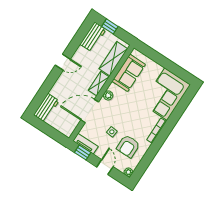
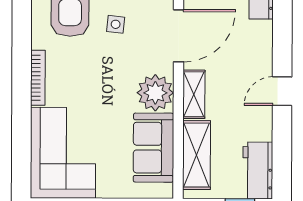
plant: (108, 95) -> (155, 93), width x1.88, depth x1.88

